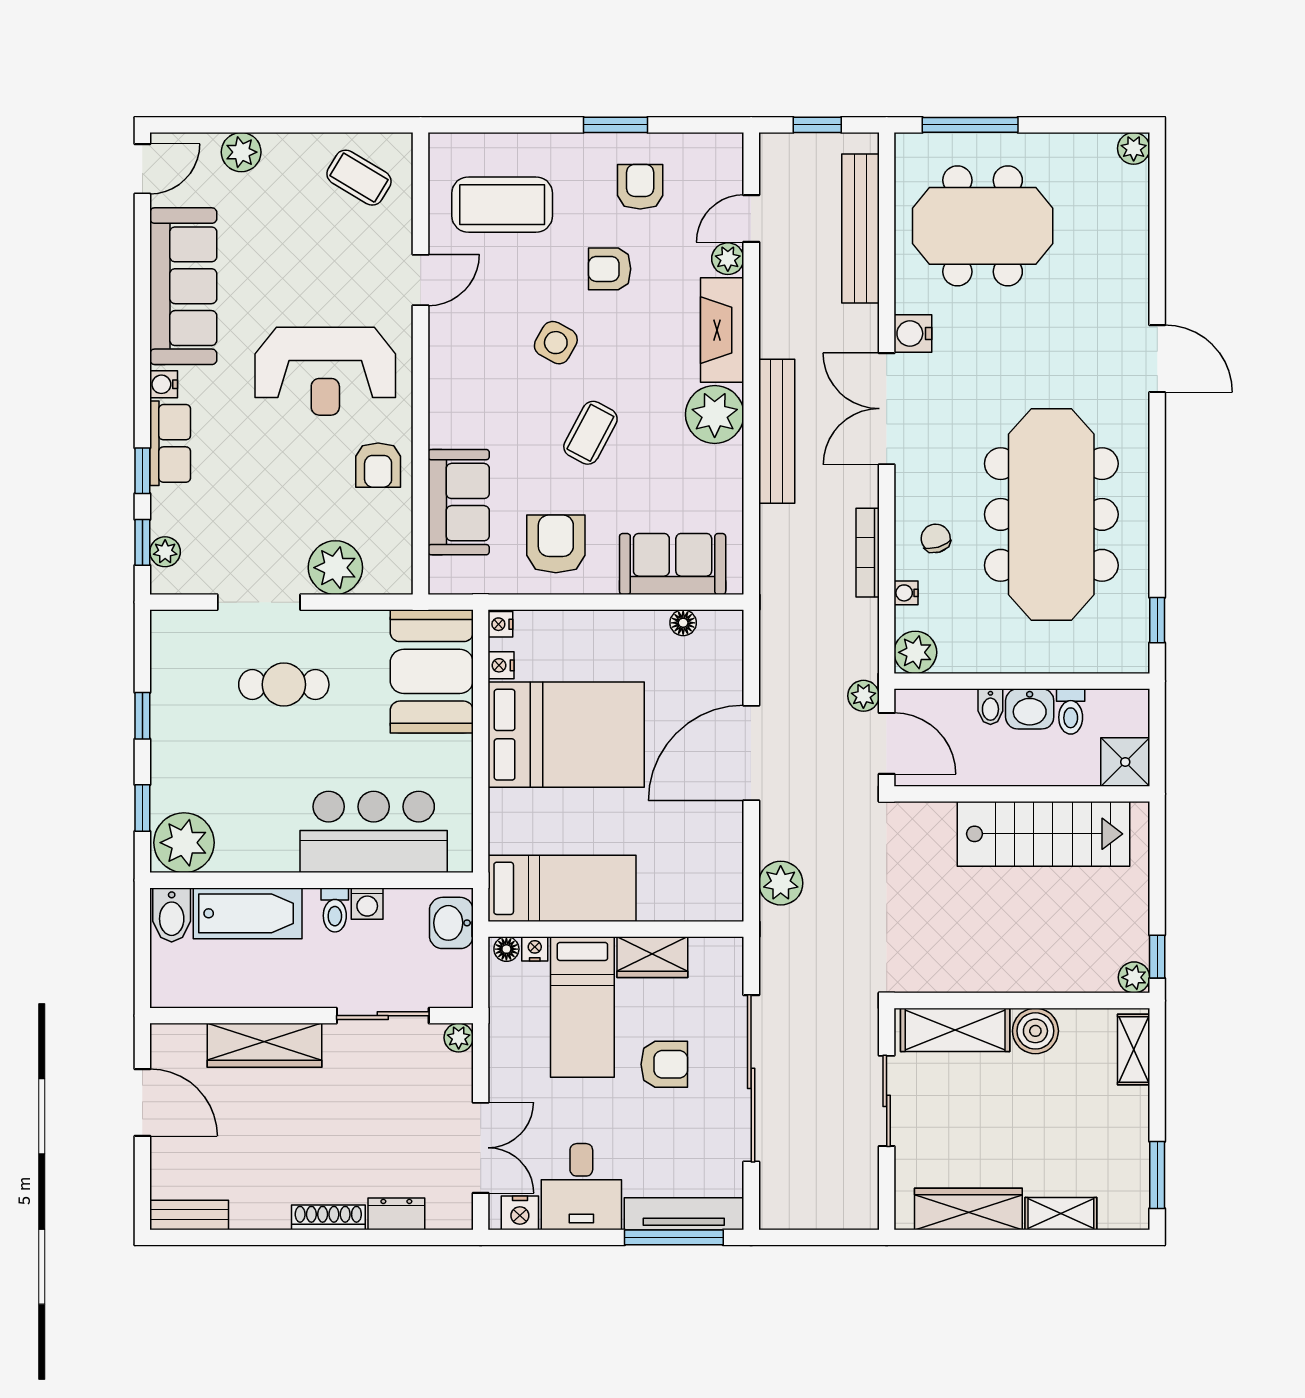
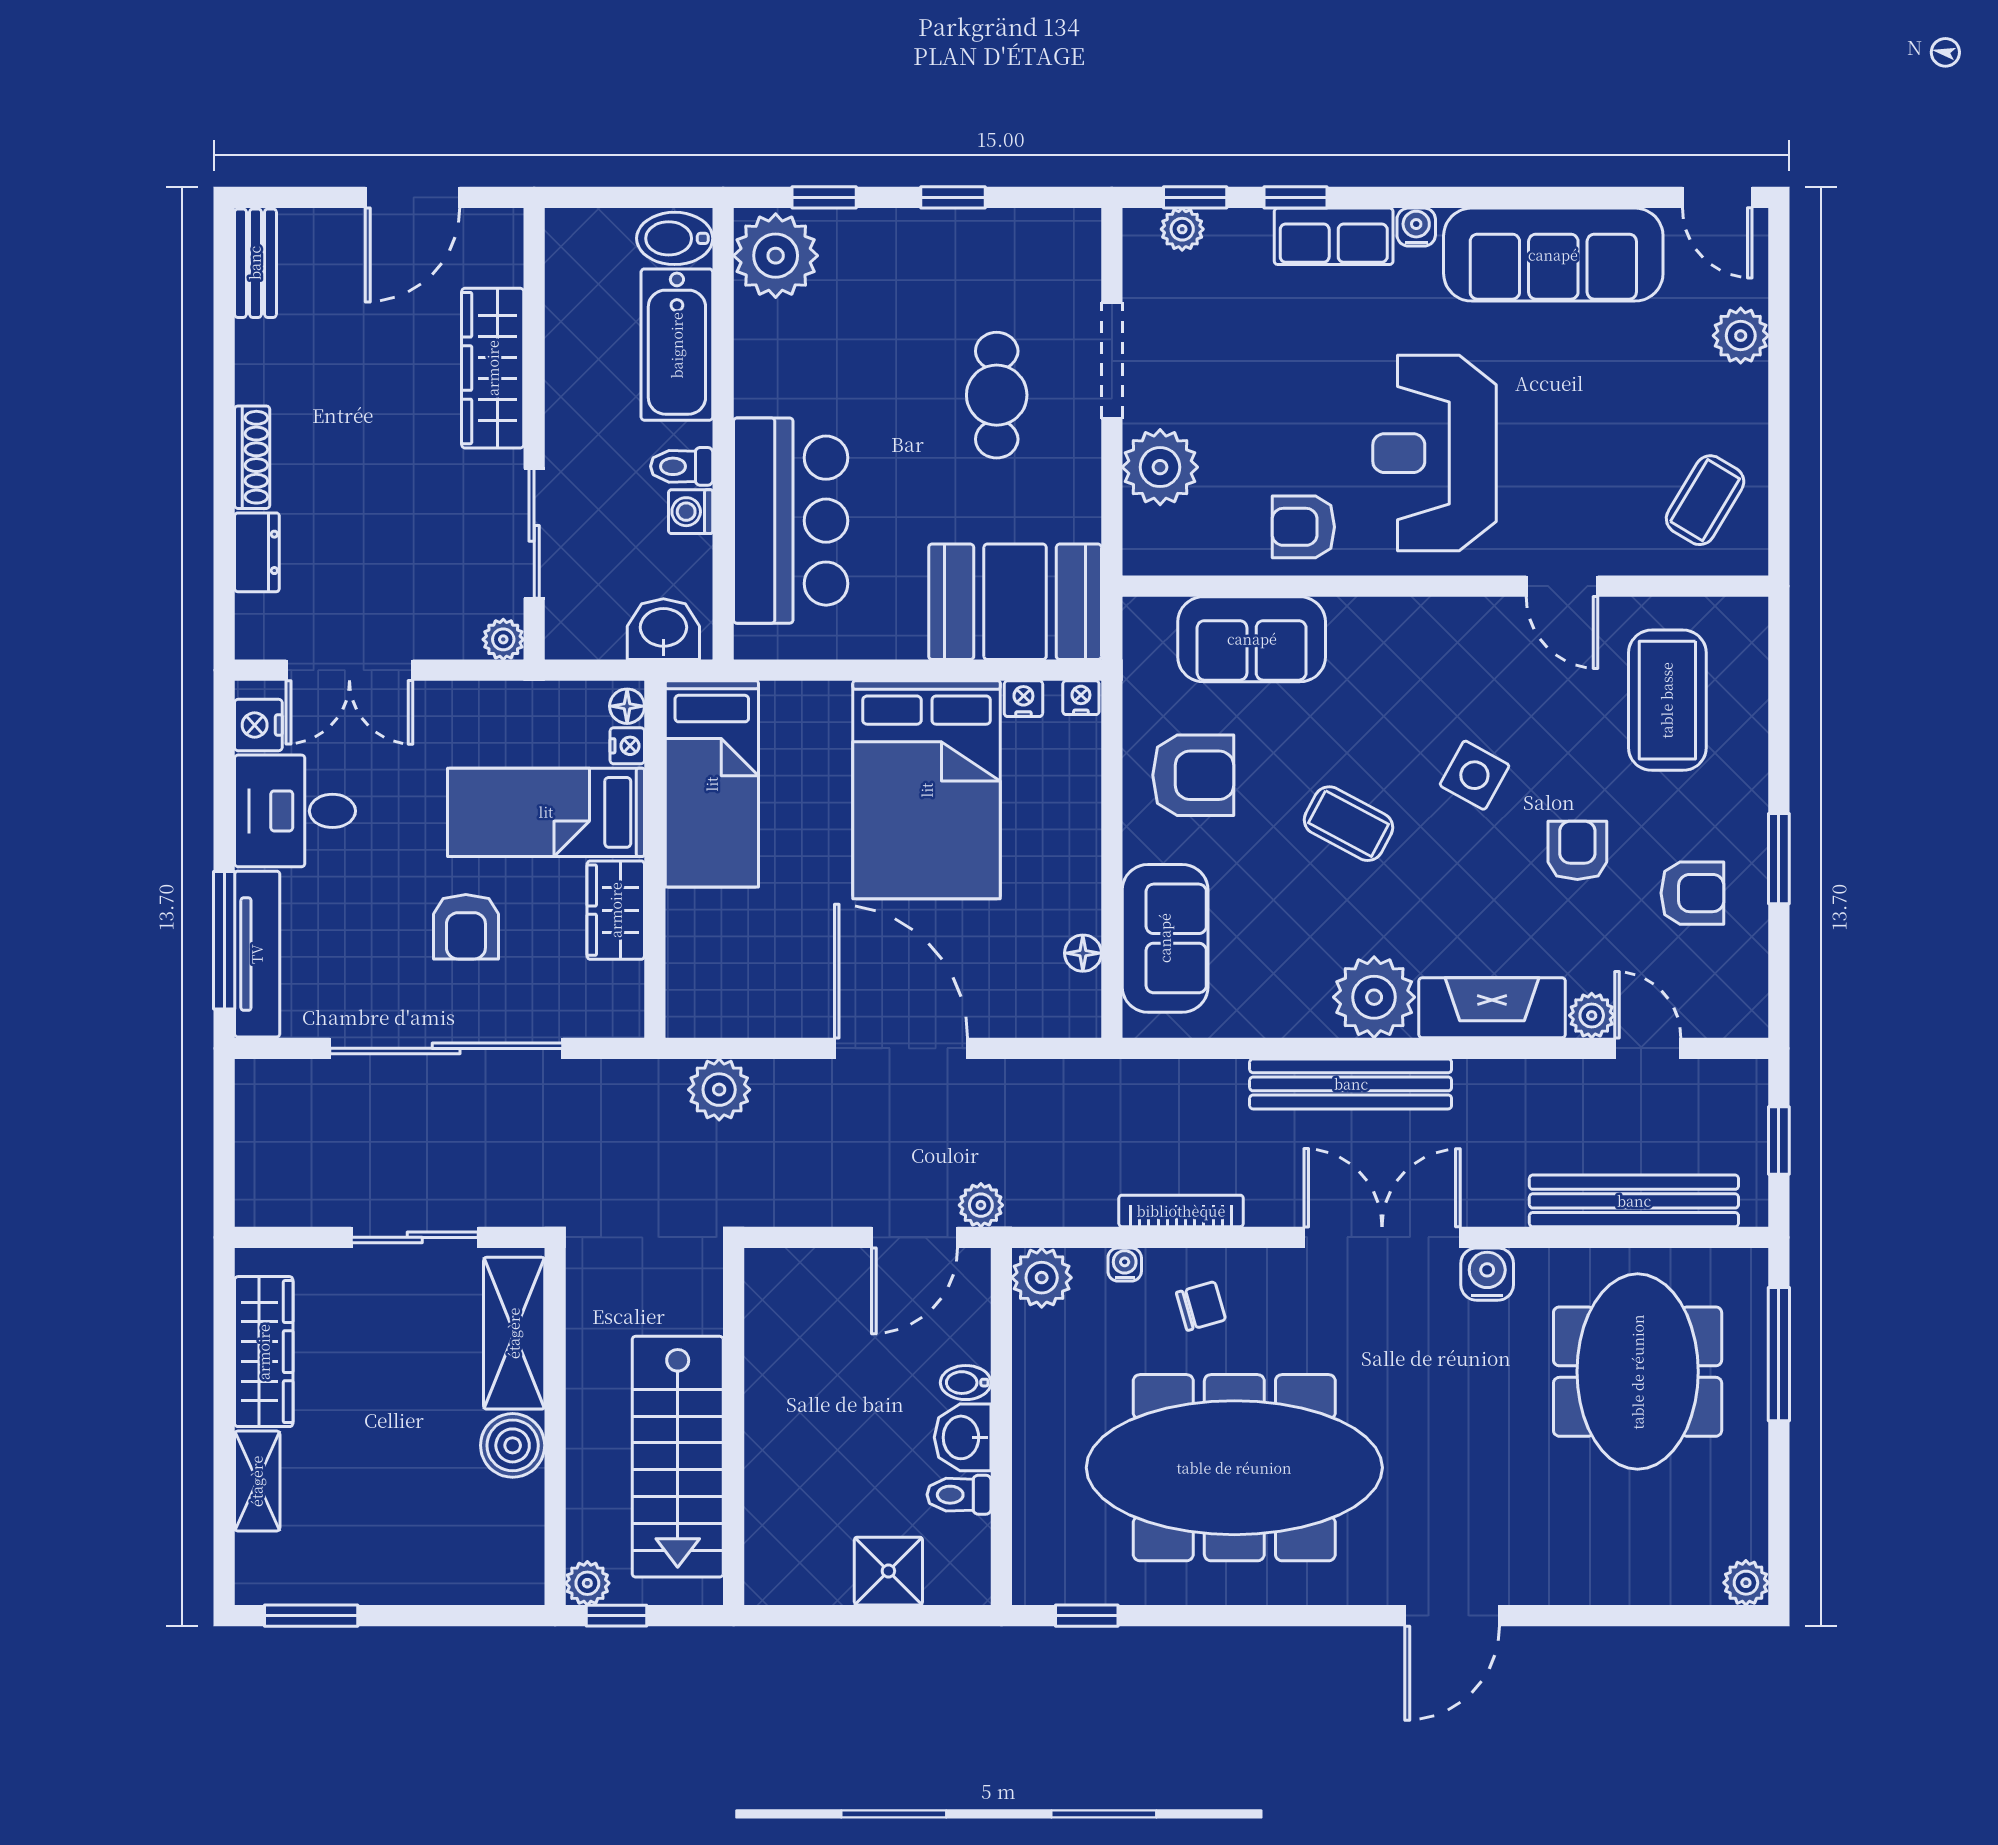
wall: (1022, 794) -> (734, 1426), moved
stairs: (1043, 834) -> (678, 1457), moved
shelving: (1134, 1049) -> (487, 1583), removed

